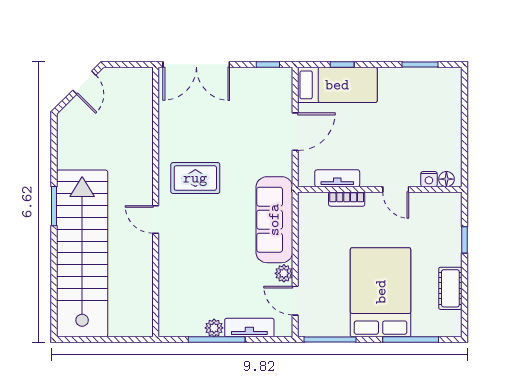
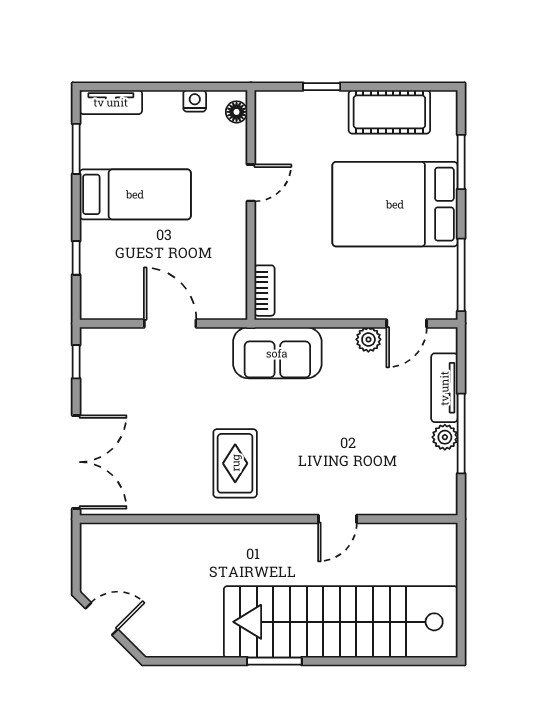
bed: (337, 85) -> (135, 194), moved, turned 90
tv unit: (337, 178) -> (111, 102), moved, turned -90
nightstand: (429, 179) -> (195, 101), moved, turned -90
bookcase: (347, 199) -> (265, 291), moved
door: (156, 219) -> (337, 519), moved
sofa: (274, 220) -> (277, 353), width x0.73
cot: (450, 288) -> (389, 112), width x1.37, depth x1.34
window: (411, 340) -> (461, 162), width x0.69

